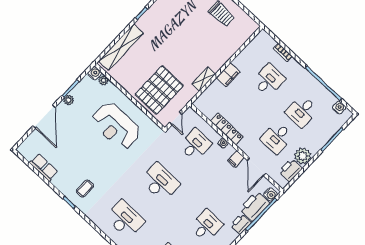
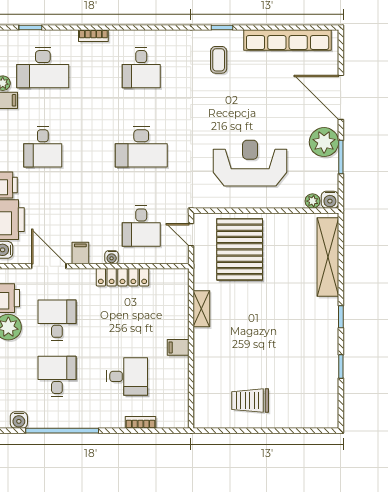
filing cabinet: (228, 75) -> (178, 347), width x0.50
desk: (269, 80) -> (127, 376), turned -90
plant: (69, 100) -> (324, 142), width x1.88, depth x1.88
row of seats: (44, 167) -> (288, 40), width x2.02
desk: (125, 219) -> (141, 68), width x0.73

